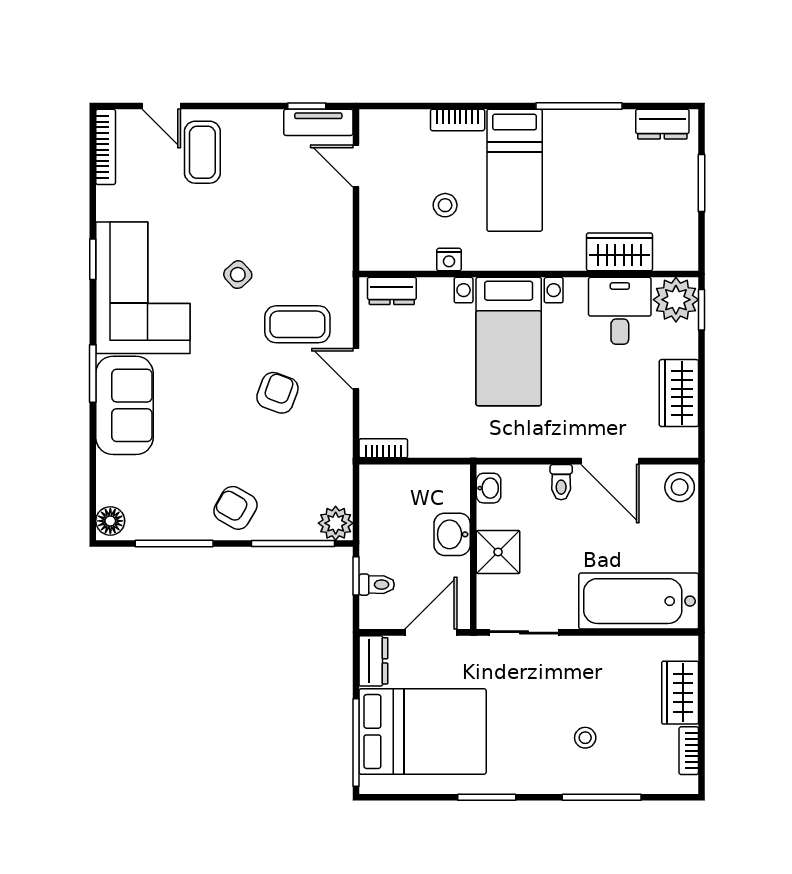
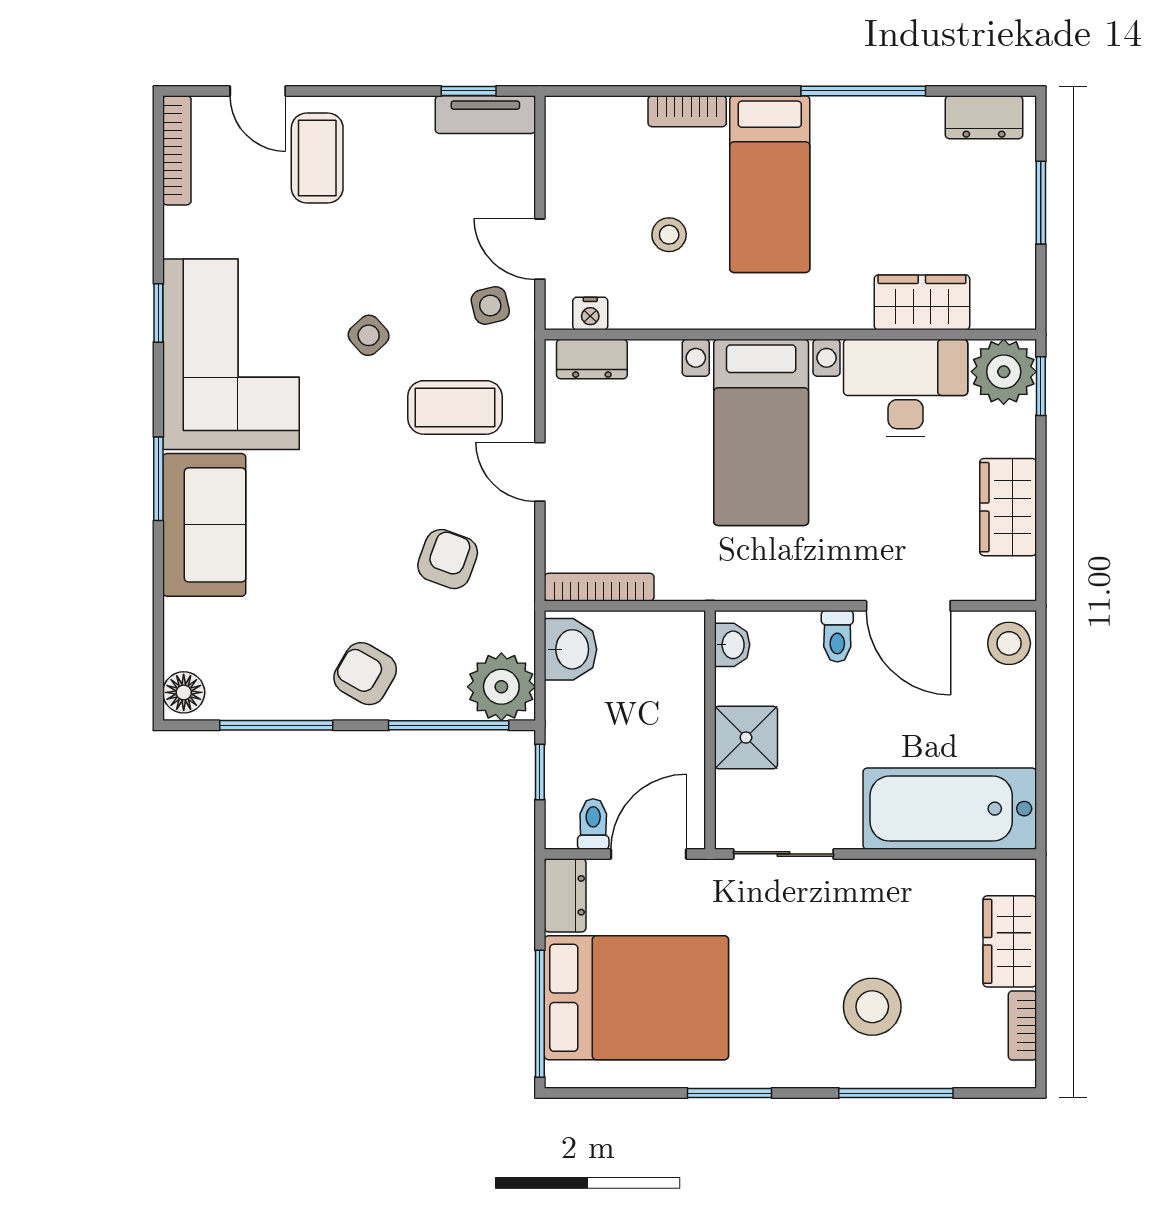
door: (356, 166) -> (540, 249), moved
side table: (322, 254) -> (490, 306), added
nightstand: (449, 260) -> (590, 314), moved
desk: (620, 311) -> (906, 388), width x1.37
armchair: (277, 393) -> (448, 559), moved
bookcase: (383, 448) -> (599, 587), width x1.56
plant: (336, 523) -> (501, 687), width x1.36, depth x1.36
washbasin: (452, 534) -> (571, 649), moved, turned 180
toilet: (377, 585) -> (593, 824), moved, turned -90
stool: (585, 738) -> (872, 1007), width x1.89, depth x1.89

